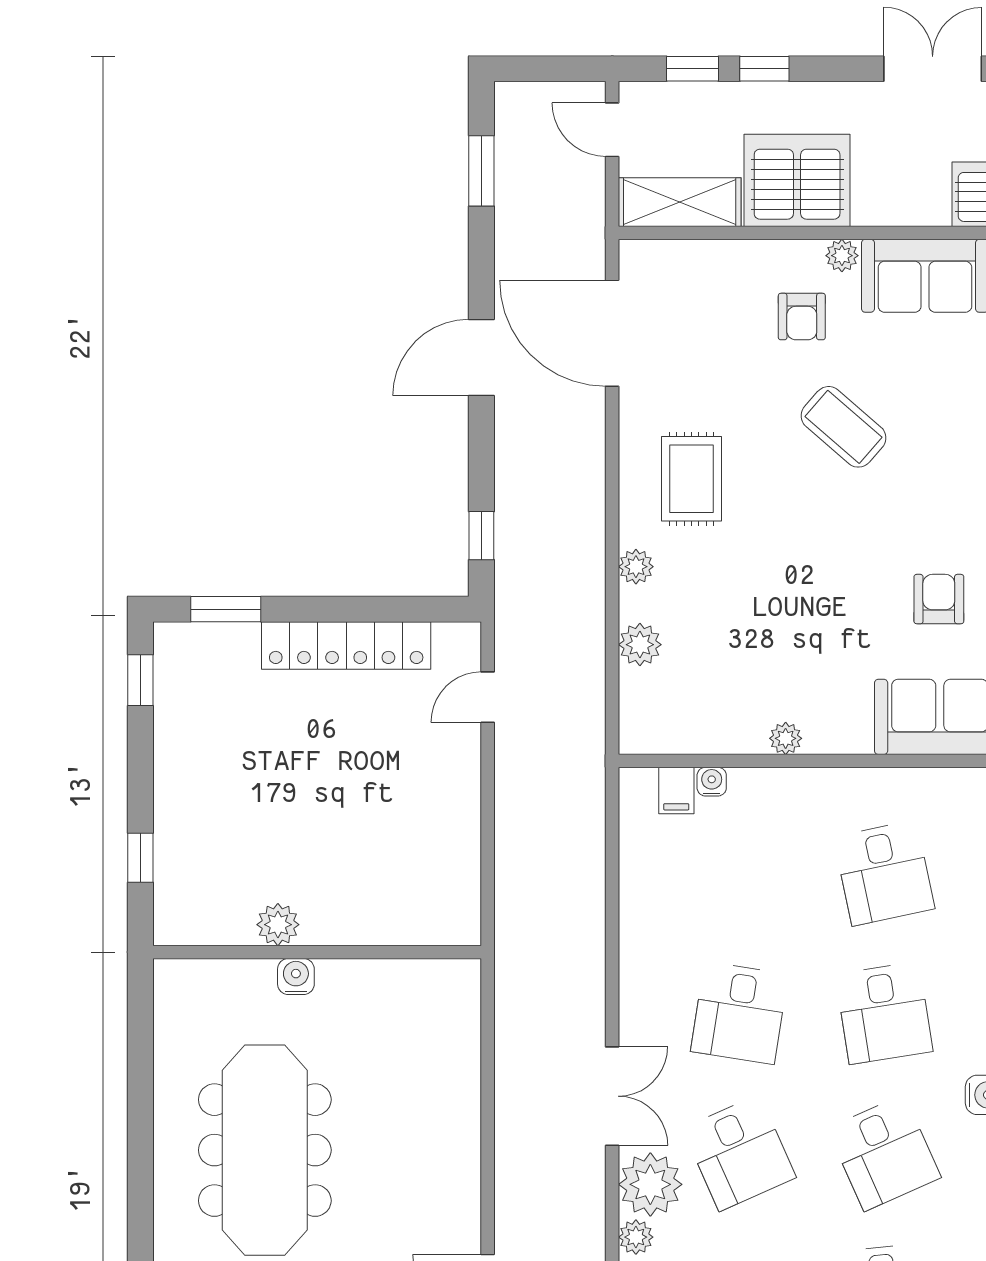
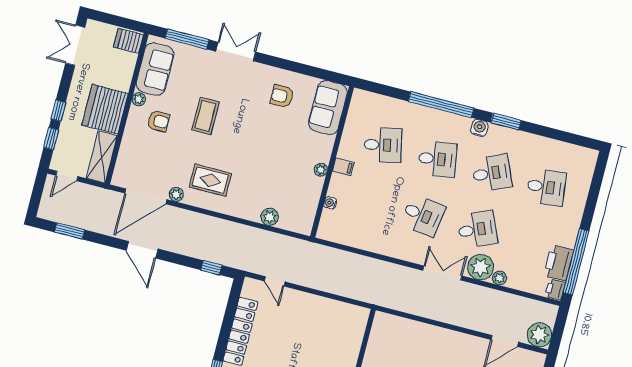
coffee table: (843, 427) -> (205, 116), turned -41
plant: (636, 567) -> (176, 194), moved
filing cabinet: (676, 790) -> (343, 167), moved

